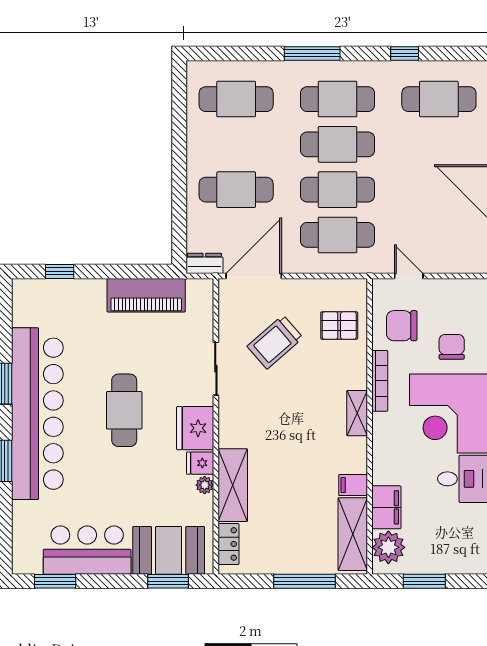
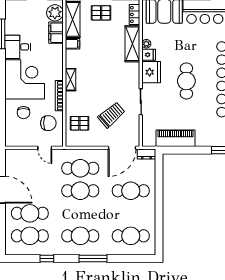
cafe table: (338, 144) -> (30, 213), moved
pallet: (296, 547) -> (101, 13), added

